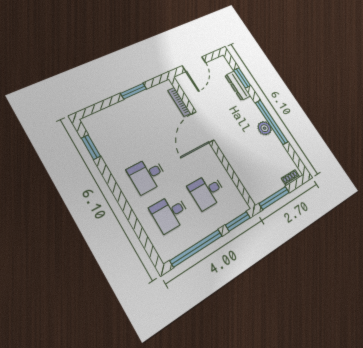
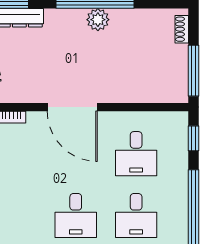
door: (202, 127) -> (72, 107), moved
window: (238, 221) -> (194, 138), width x0.67

